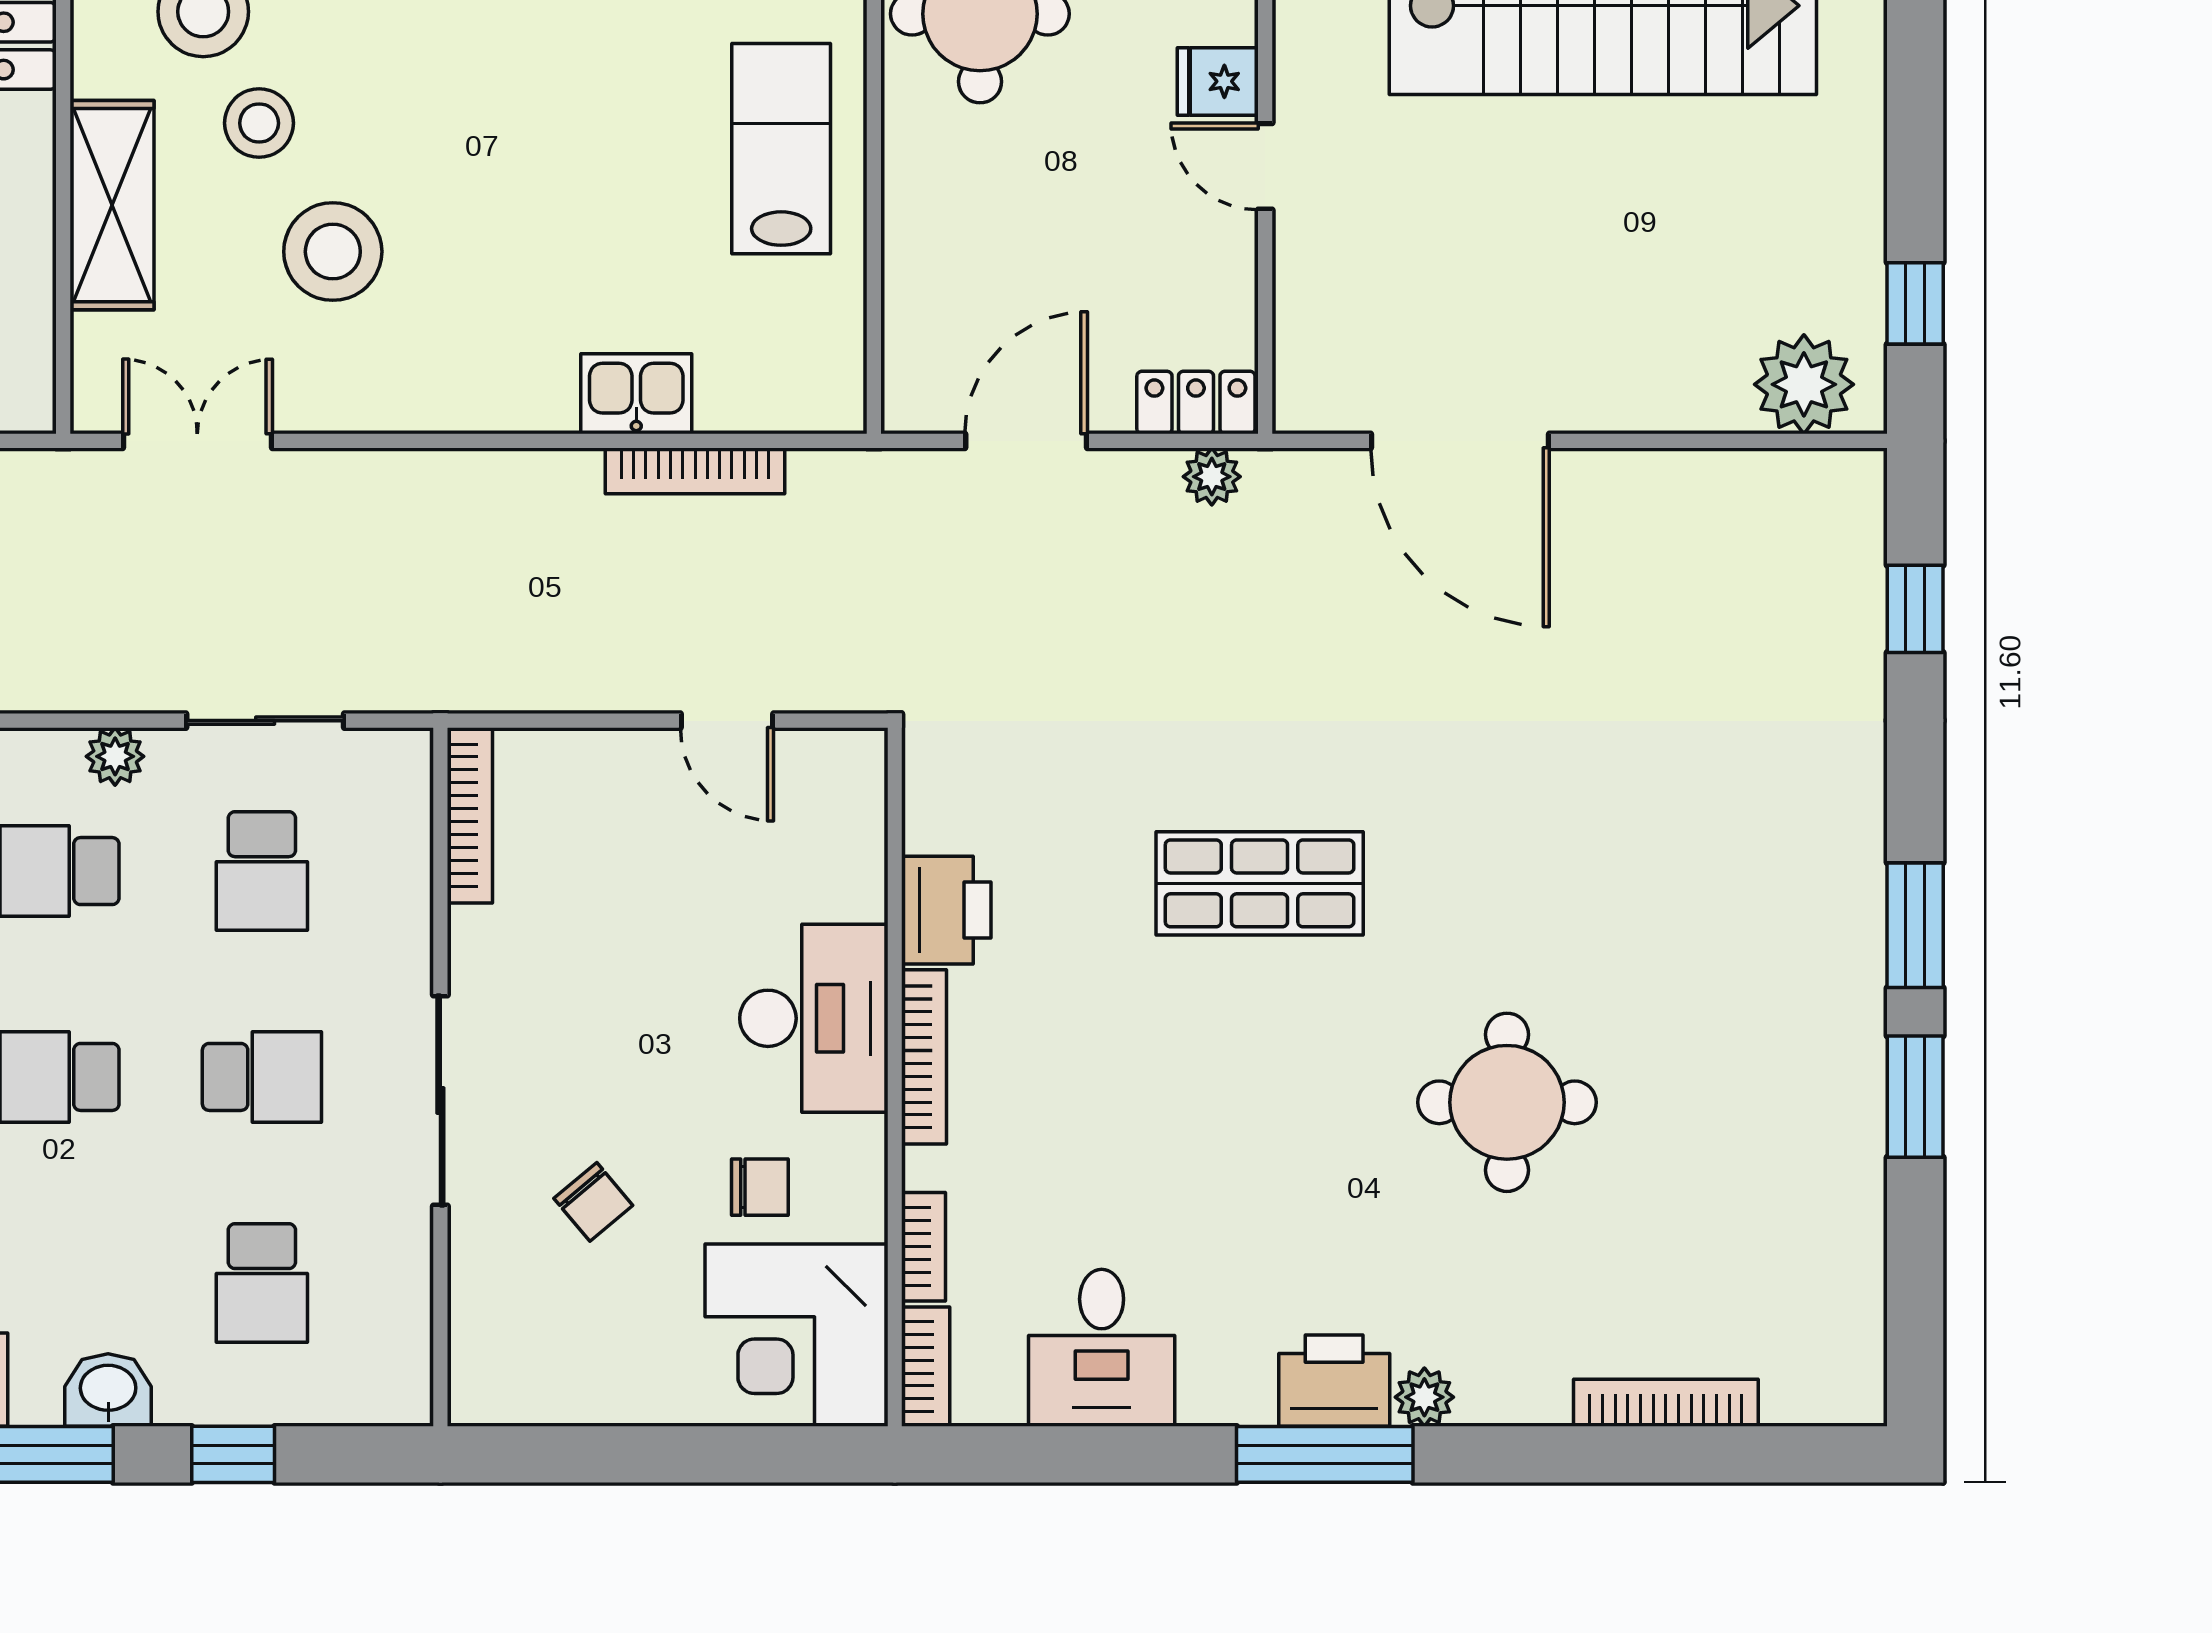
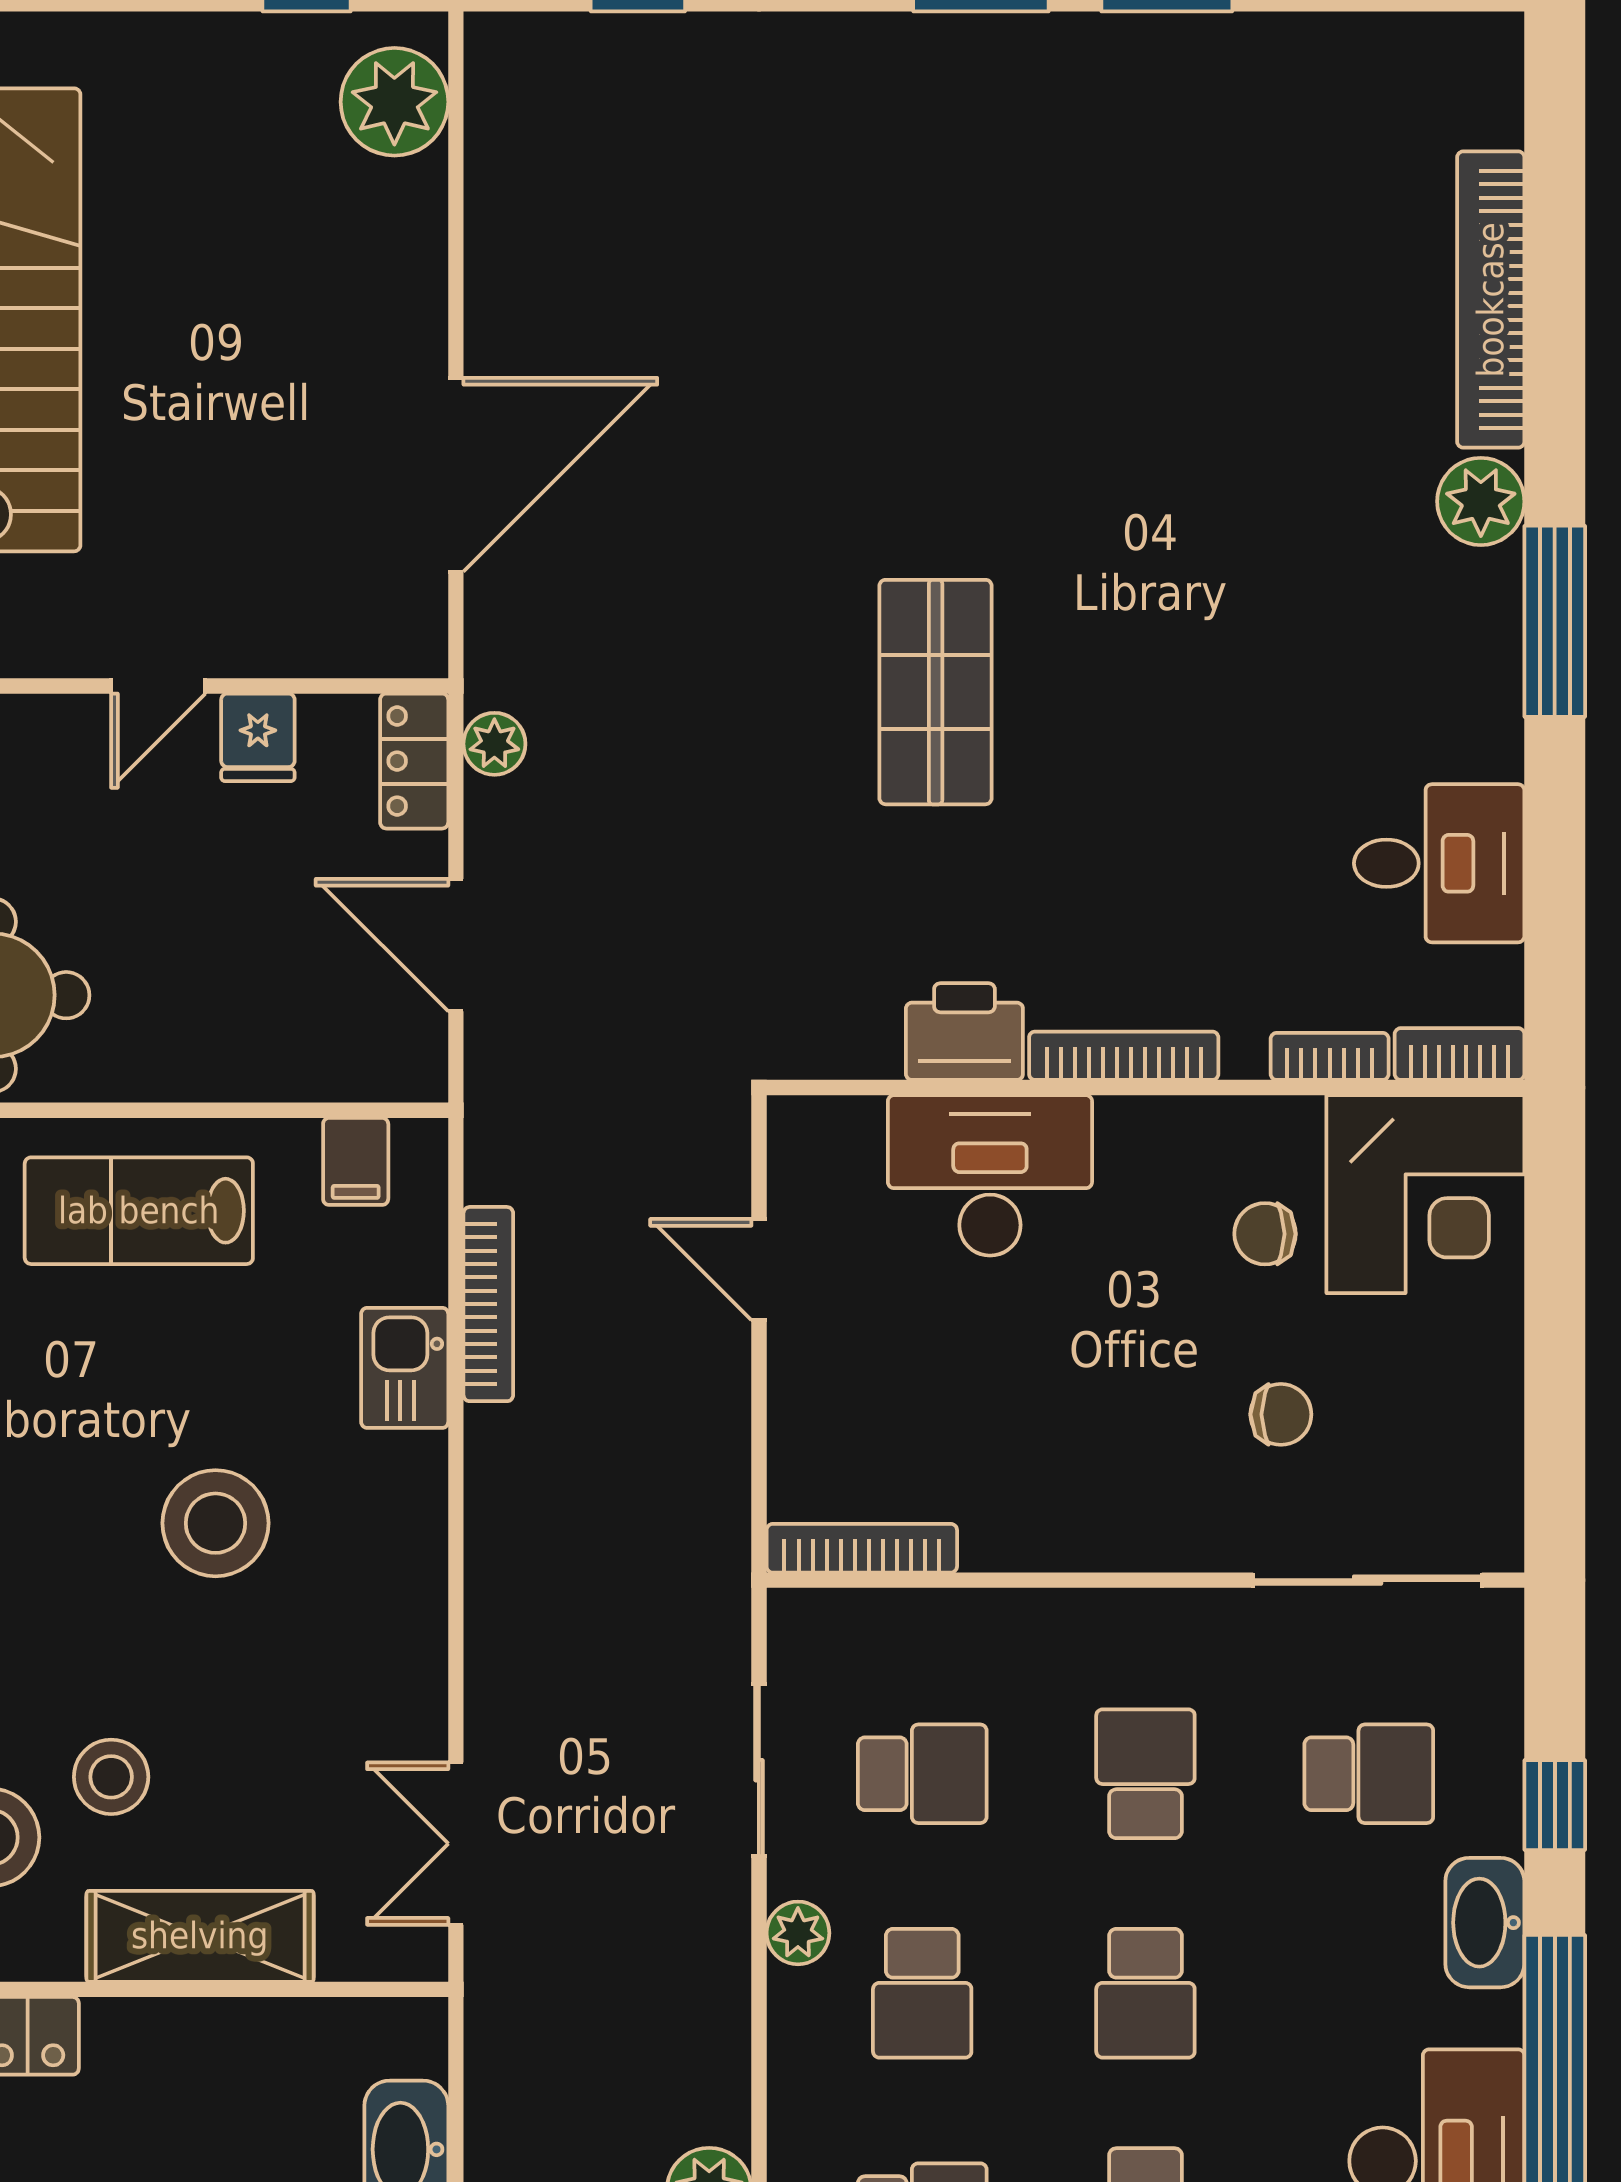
fridge: (1218, 81) -> (258, 737), moved
stool: (333, 252) -> (215, 1523), moved
filing cabinet: (827, 349) -> (356, 1161), added
door: (727, 721) -> (759, 1270), swing flipped
desk: (814, 1018) -> (990, 1175), moved
sliding door: (440, 1100) -> (1368, 1580), moved
round table: (1507, 1102) -> (1173, 424), removed
chair: (760, 1187) -> (1265, 1234), turned -90
chair: (593, 1202) -> (1281, 1414), turned 40
printer: (1334, 1381) -> (1475, 611), removed
washbasin: (108, 1390) -> (1485, 1923), width x1.38
plant: (1424, 1397) -> (1481, 501), width x1.38, depth x1.38
bookcase: (1666, 1403) -> (1491, 300), width x1.48, depth x1.31

